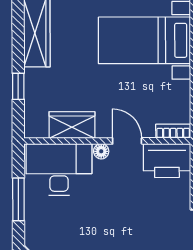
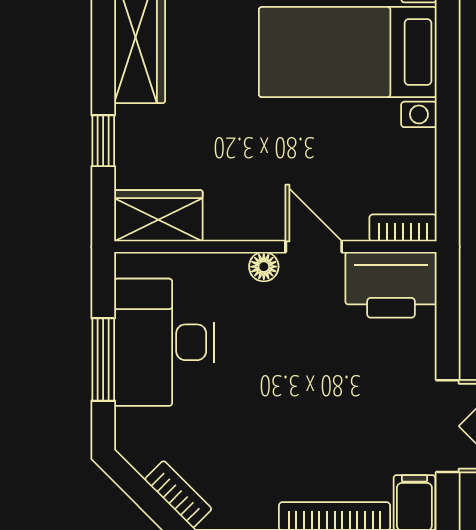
wardrobe: (72, 125) -> (158, 216), moved
desk: (59, 170) -> (164, 342), moved, turned -90

